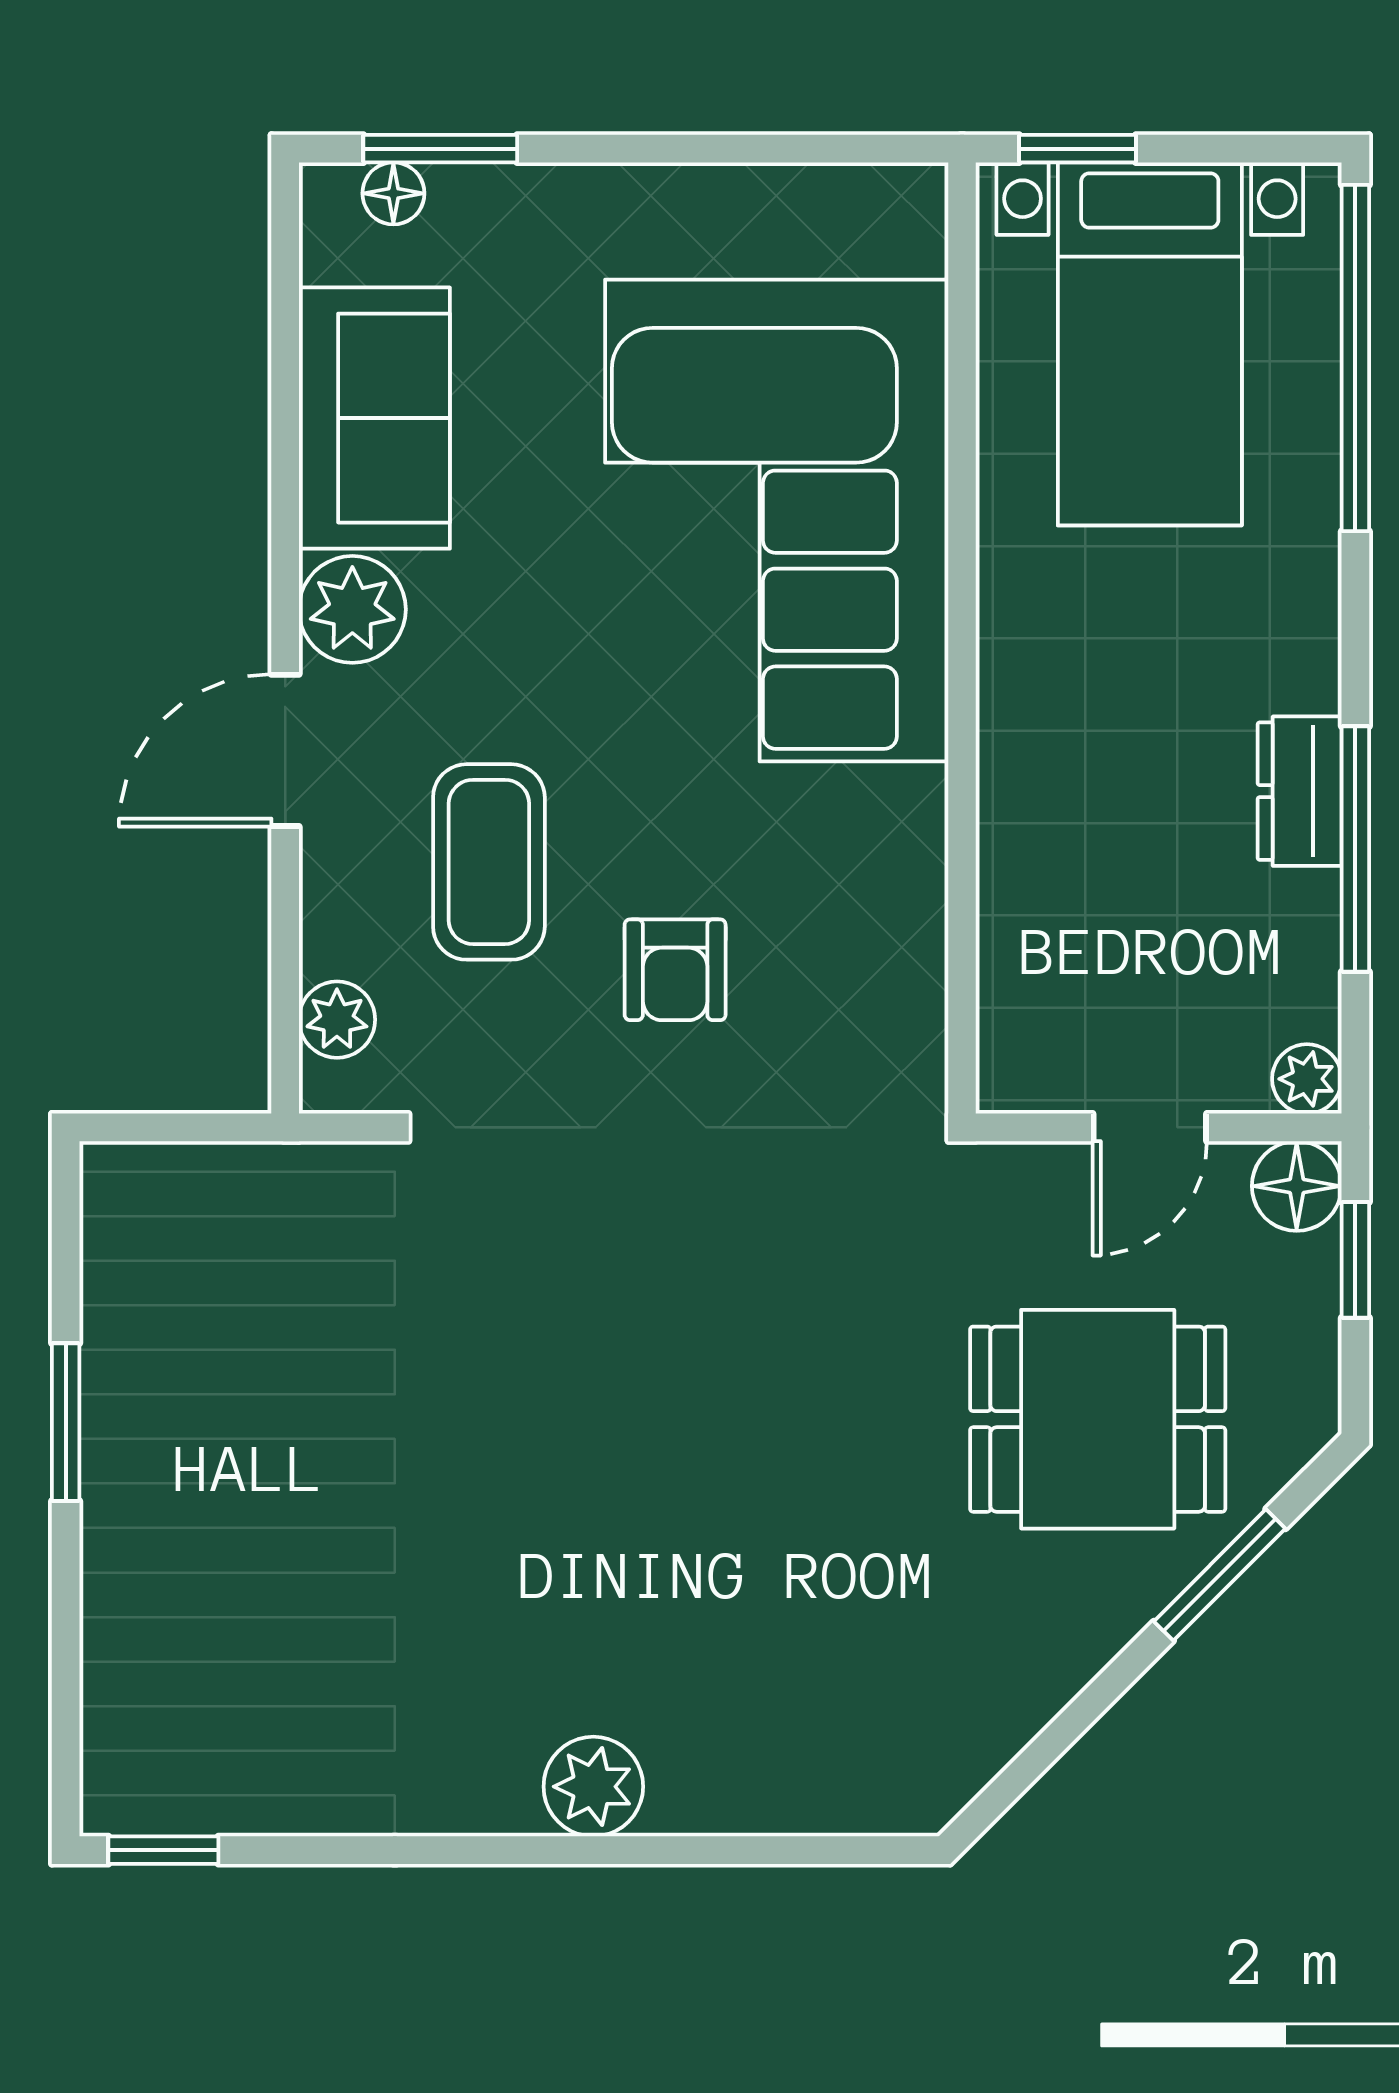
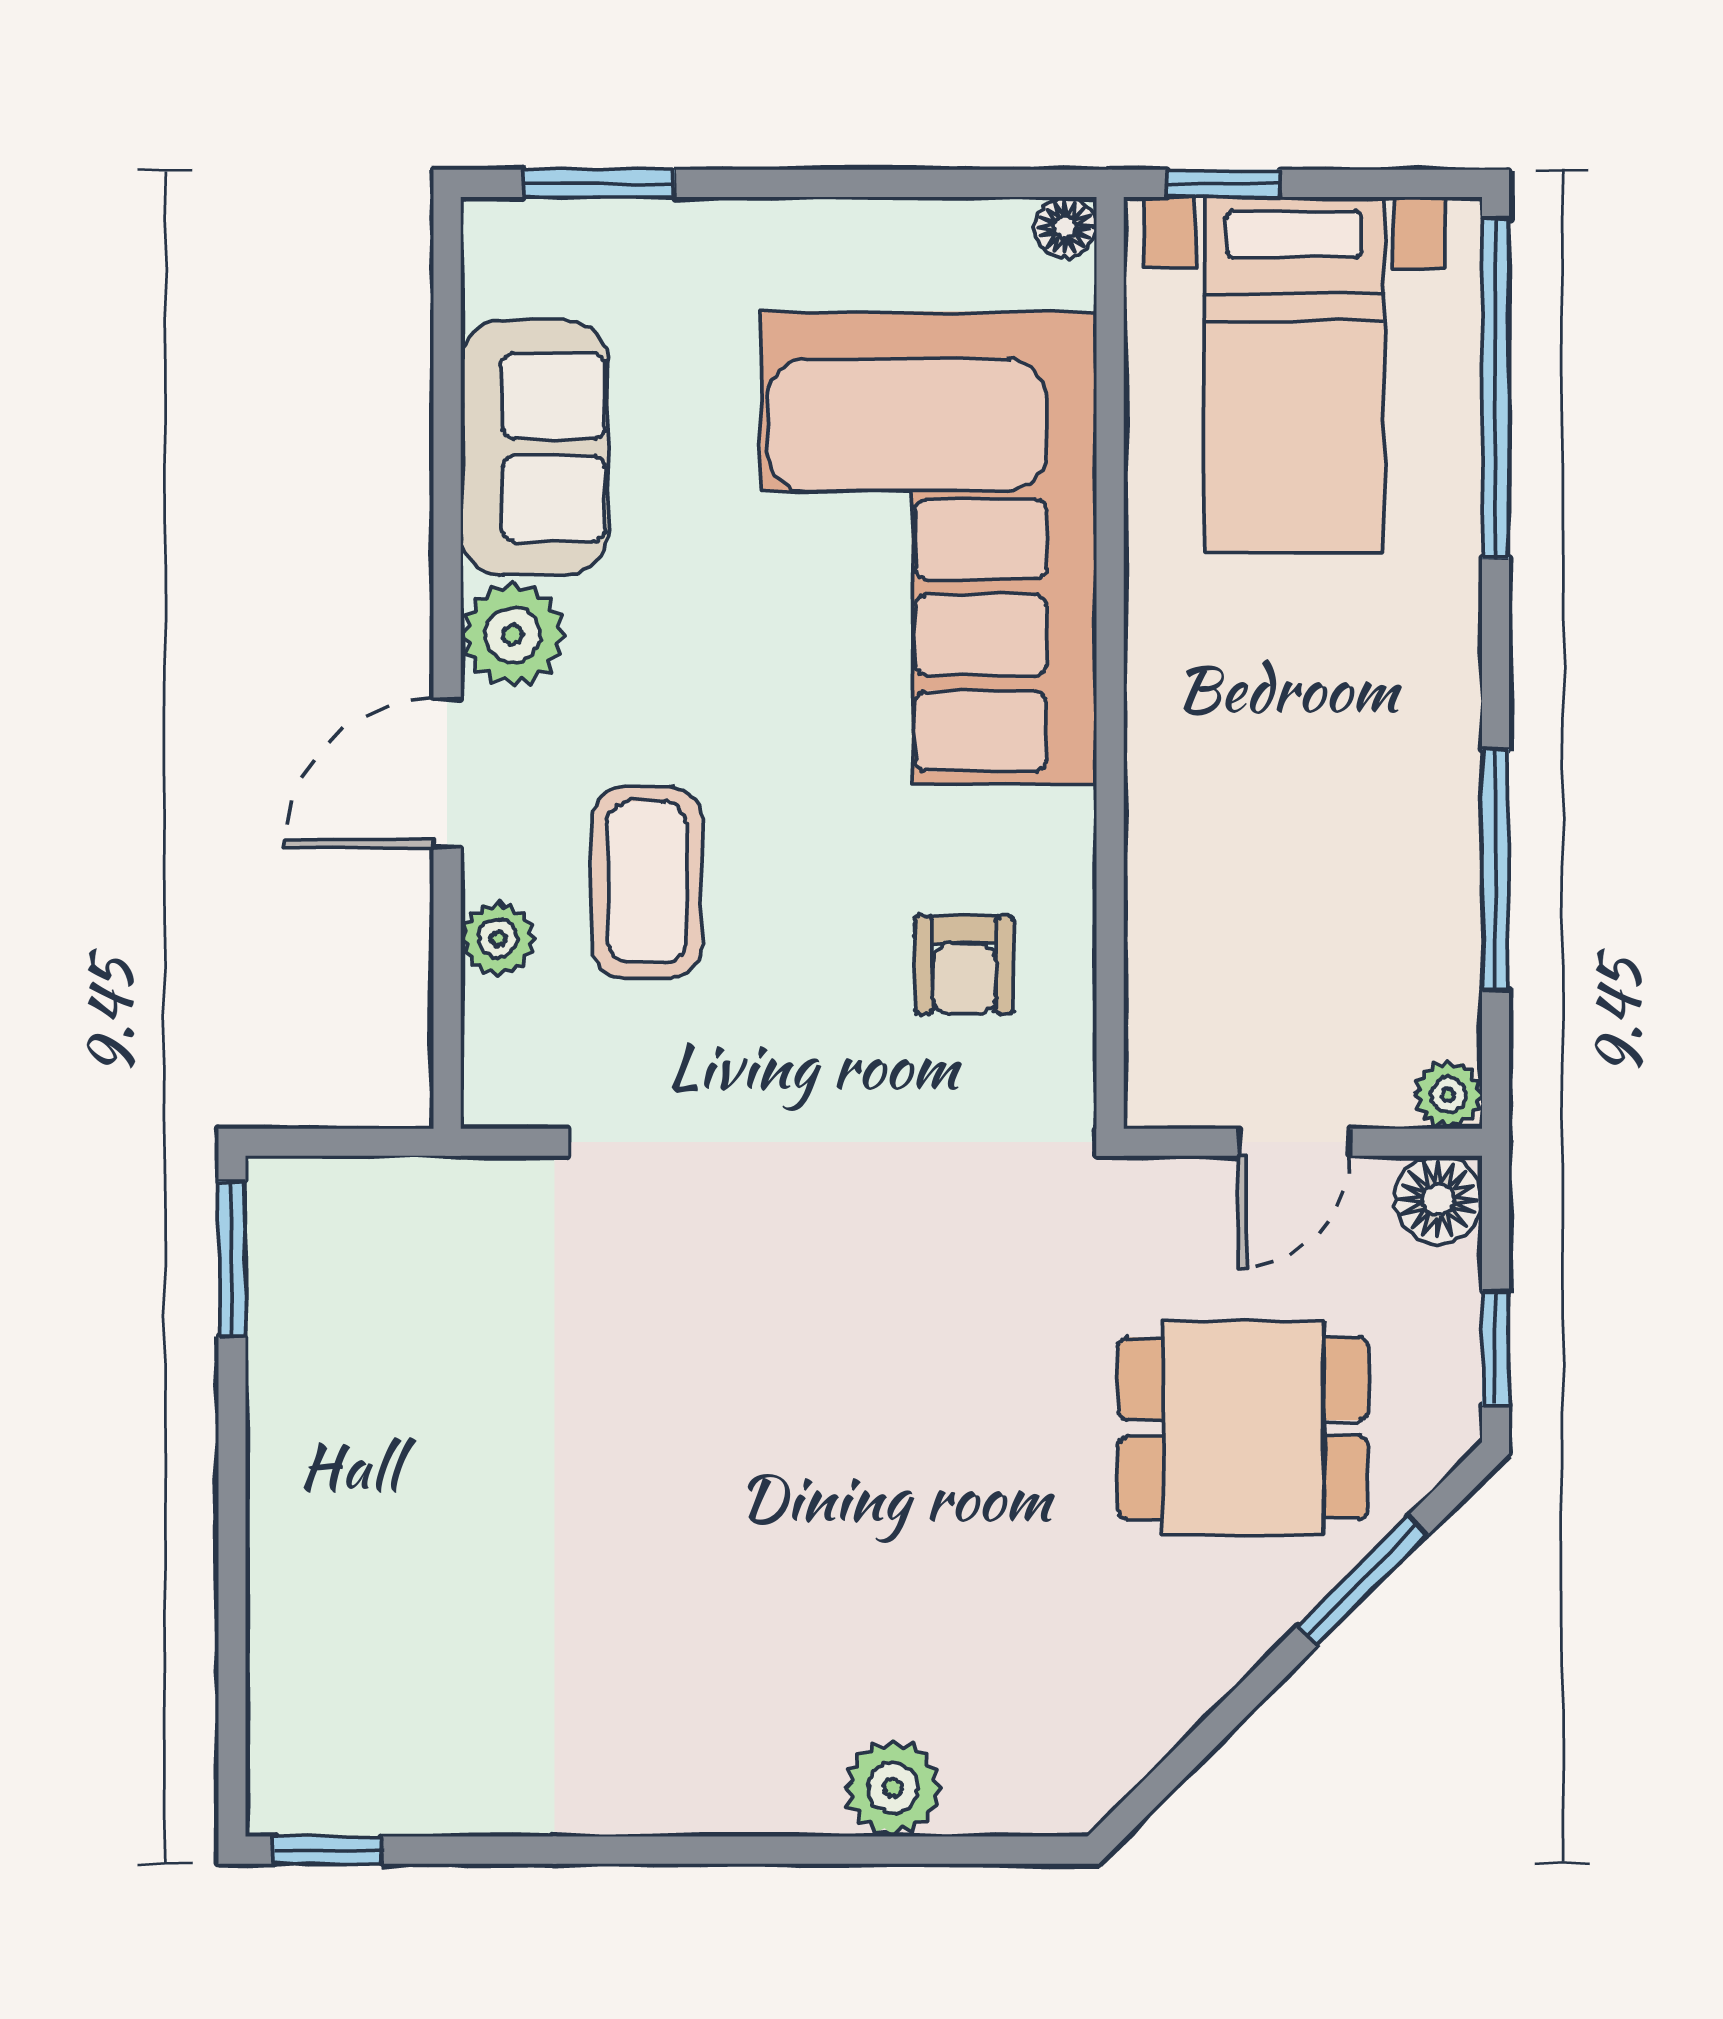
floor lamp: (393, 193) -> (1065, 227), moved
dresser: (1300, 791) -> (1441, 813), removed
armchair: (675, 970) -> (964, 965), moved
plant: (337, 1020) -> (498, 939), moved
window: (1355, 1260) -> (1496, 1349), moved
window: (66, 1422) -> (232, 1259), moved
plant: (593, 1787) -> (893, 1788), moved

